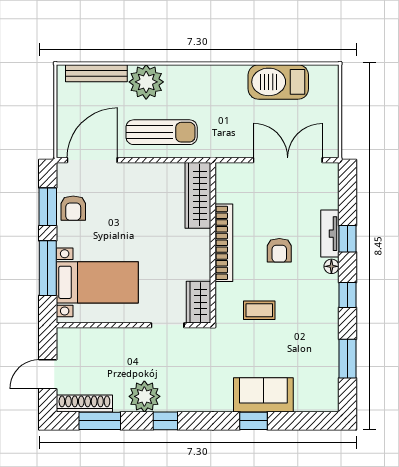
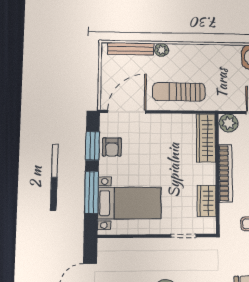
plant: (146, 82) -> (162, 50), width x0.53, depth x0.53
sun lounger: (162, 132) -> (179, 92), turned 180
plant: (229, 175) -> (229, 123), added
wardrobe: (199, 302) -> (207, 201), moved

